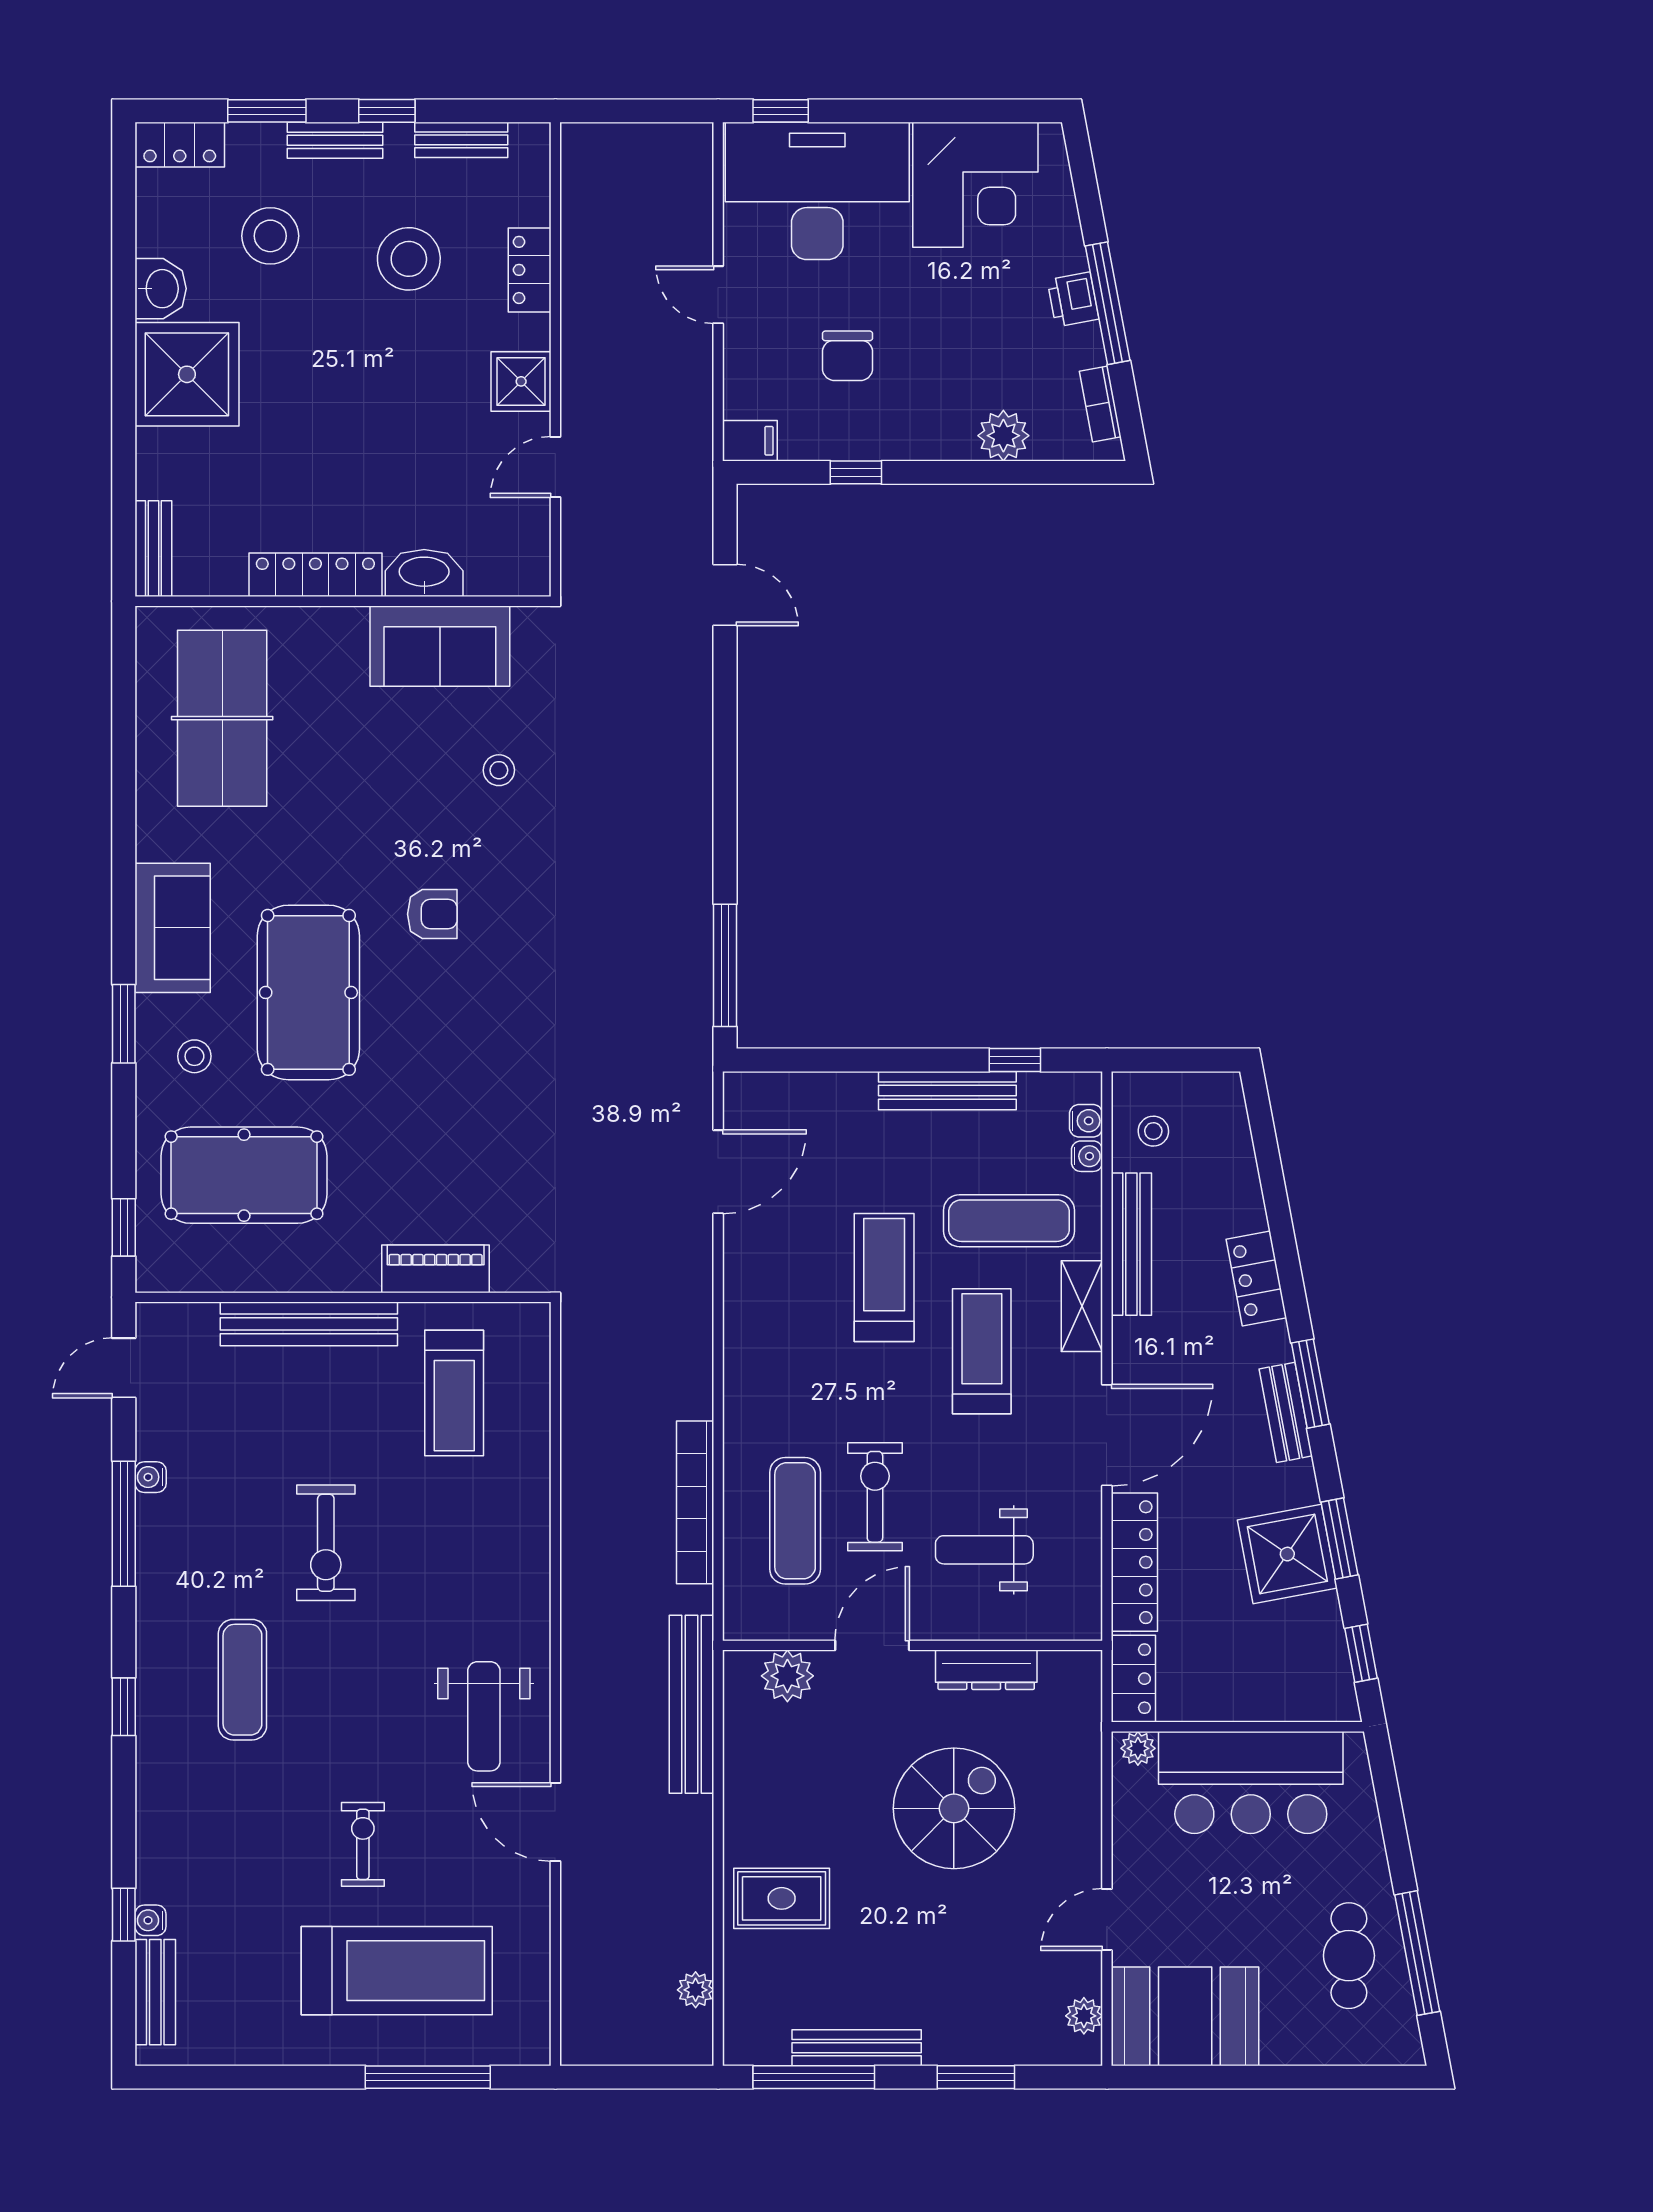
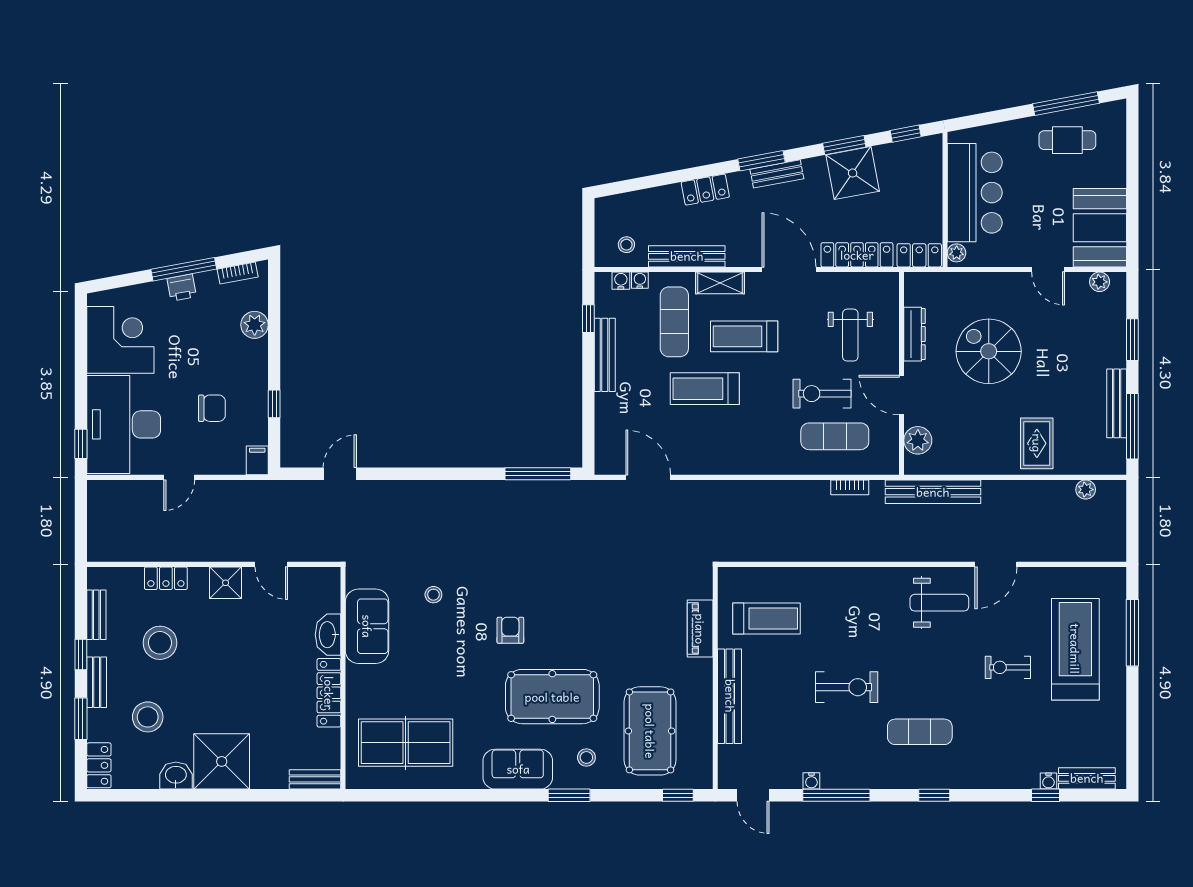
bookcase: (695, 1502) -> (850, 487), width x0.43, depth x0.76

